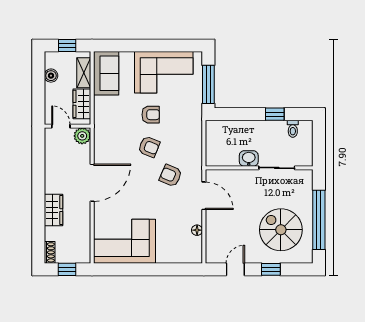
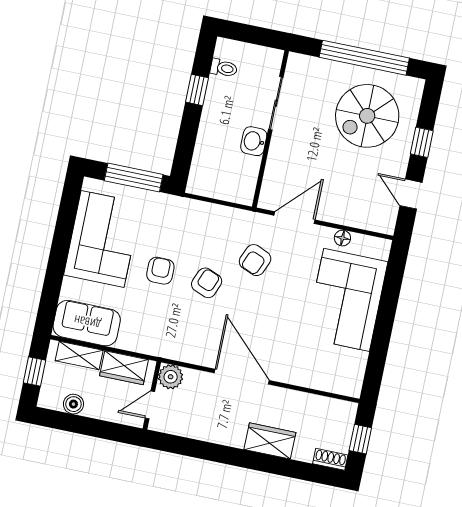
corner sofa: (124, 241) -> (347, 300), moved

